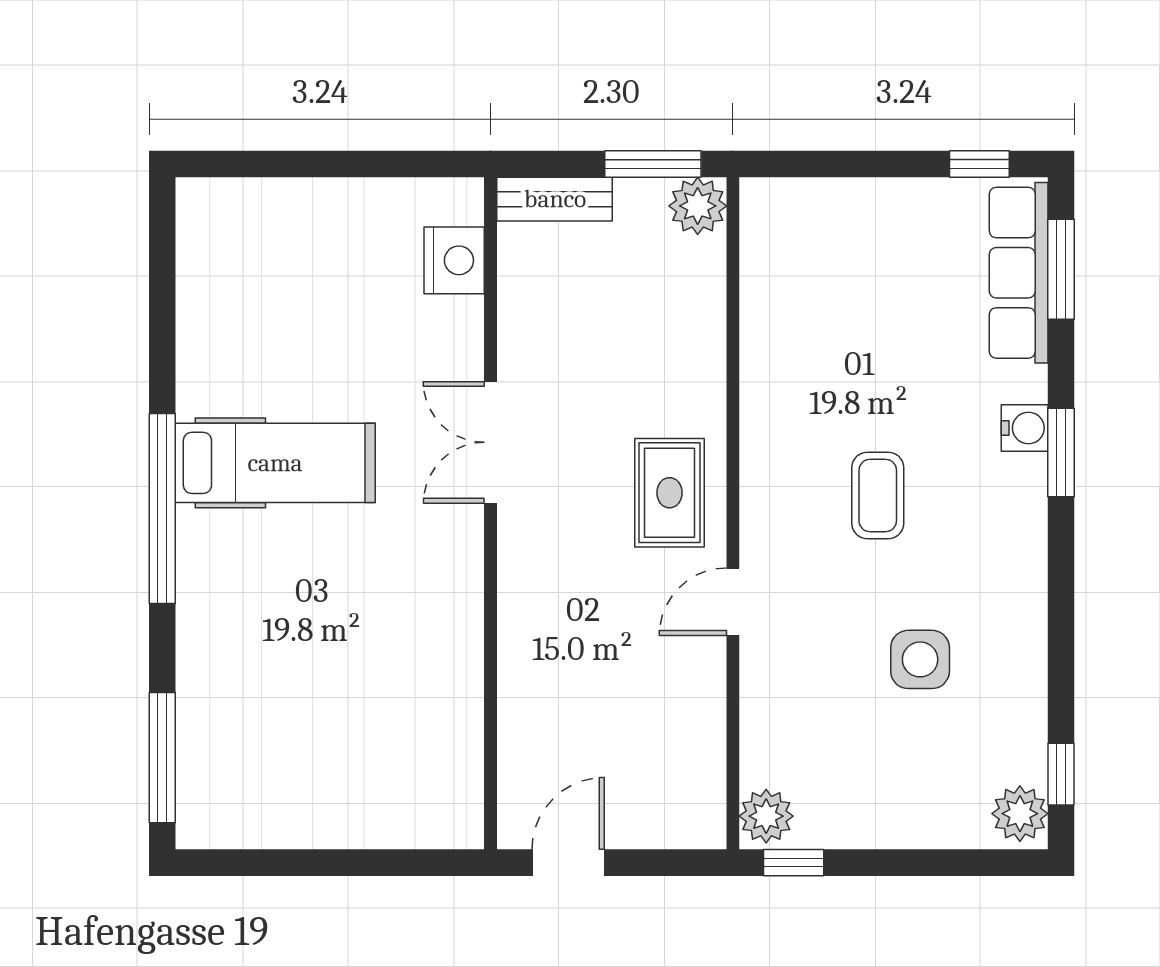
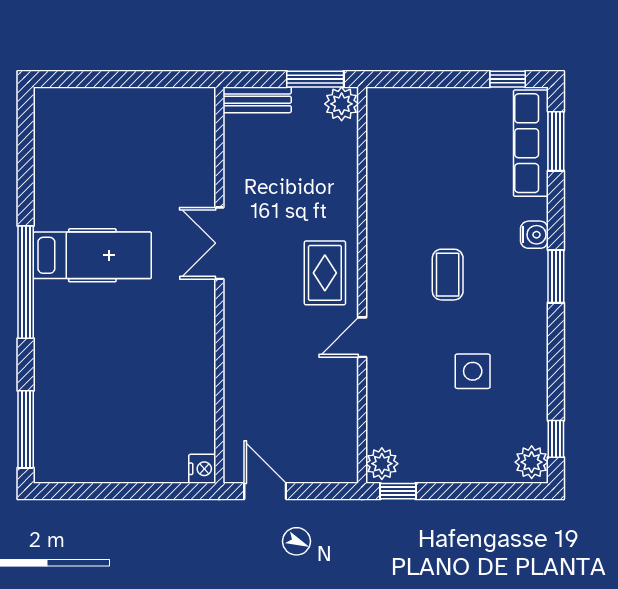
nightstand: (454, 260) -> (202, 469), moved, width x0.74, depth x0.75
window: (1061, 453) -> (556, 276), moved
door: (568, 863) -> (265, 491), hinge flipped

